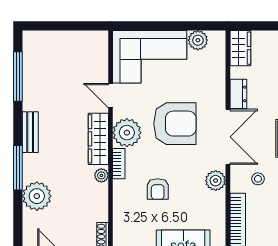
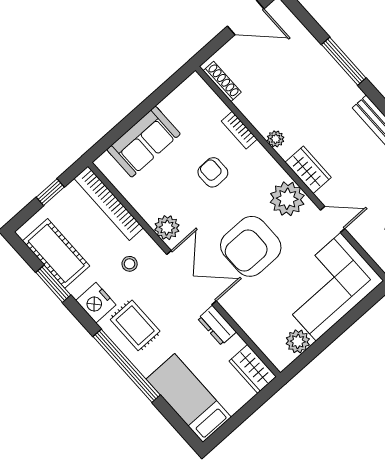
double door: (228, 137) -> (191, 278), swing flipped
wardrobe: (98, 139) -> (308, 170), width x0.67
bookcase: (119, 164) -> (239, 130), moved
window: (18, 168) -> (344, 61), moved
plant: (37, 196) -> (318, 67), removed

